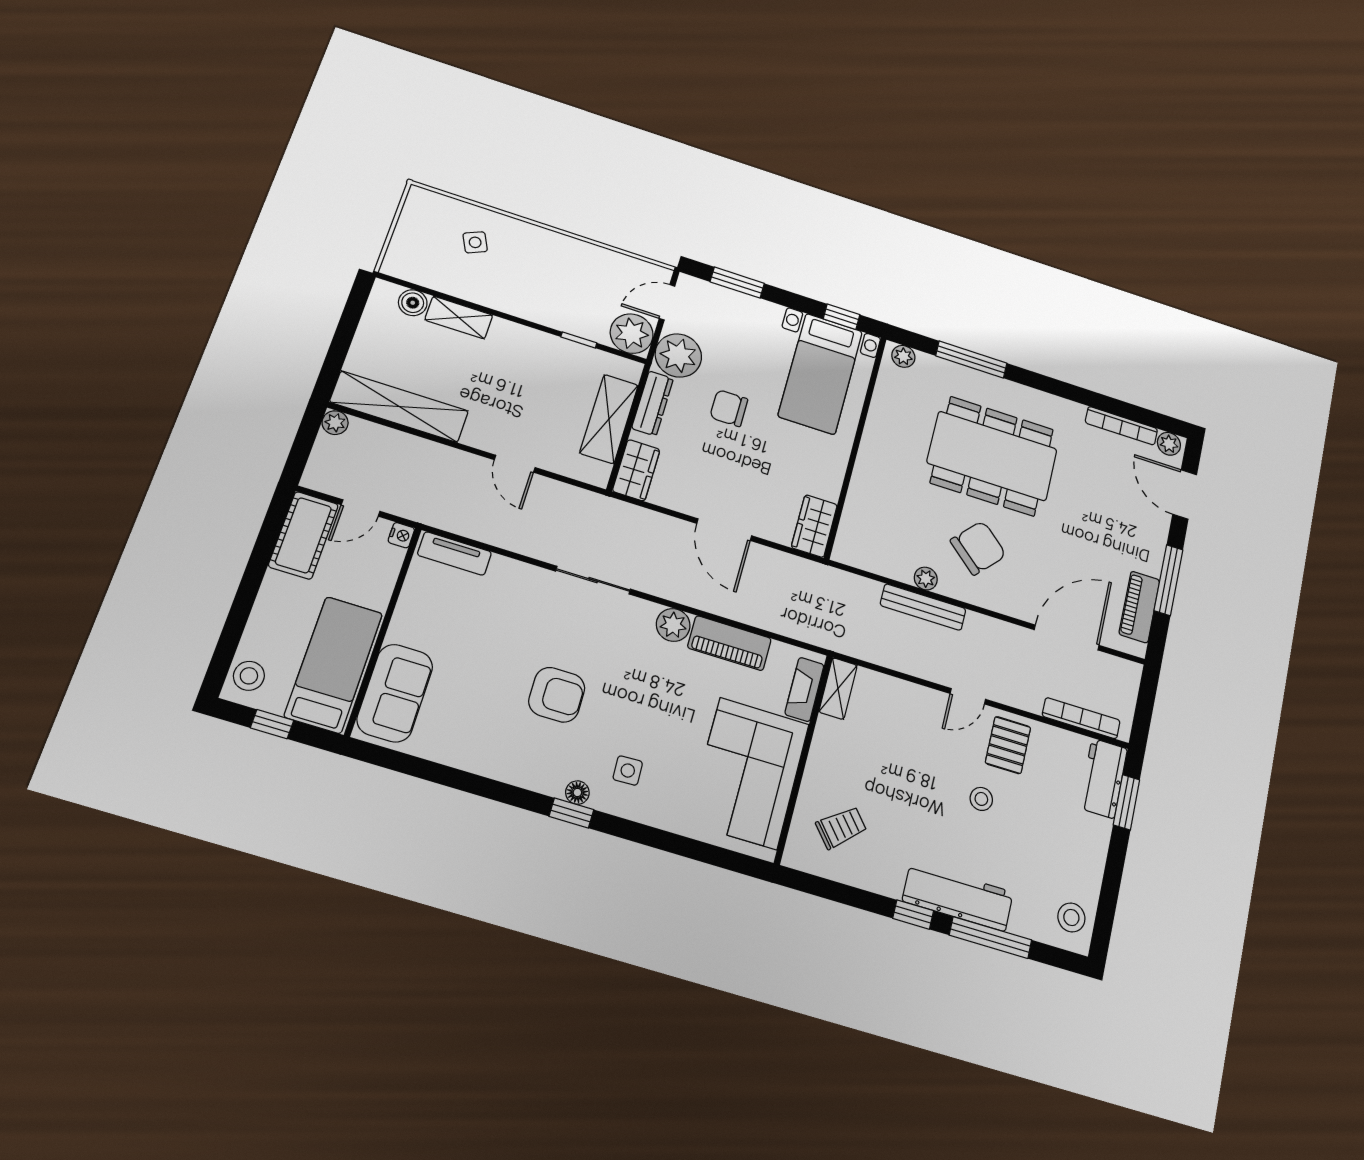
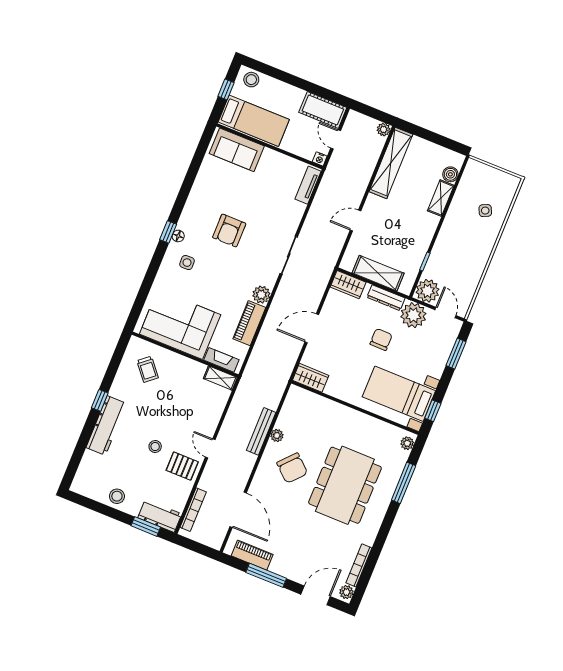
stool: (1071, 917) -> (117, 496), moved
window: (991, 938) -> (84, 439), removed

